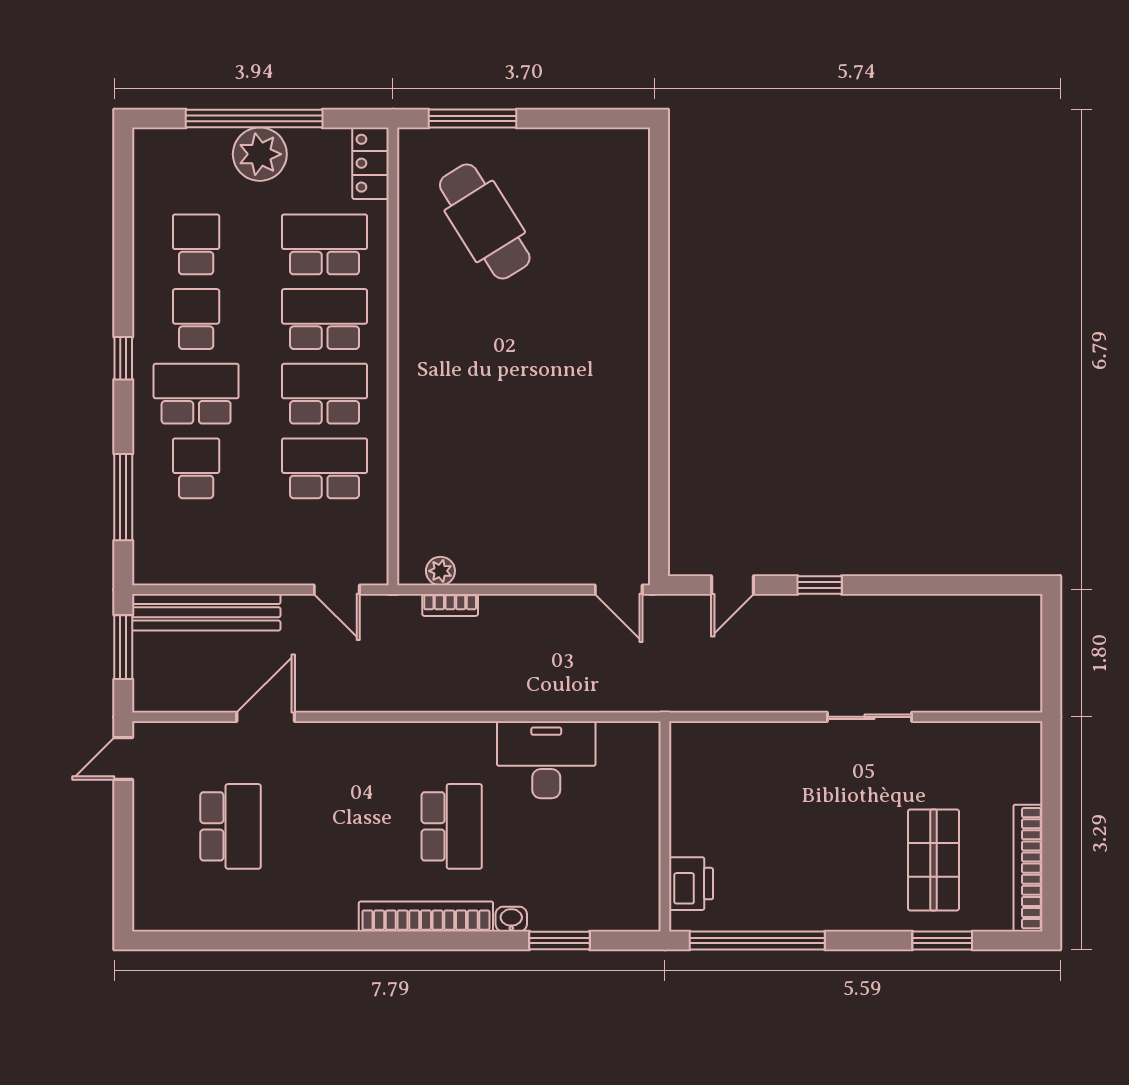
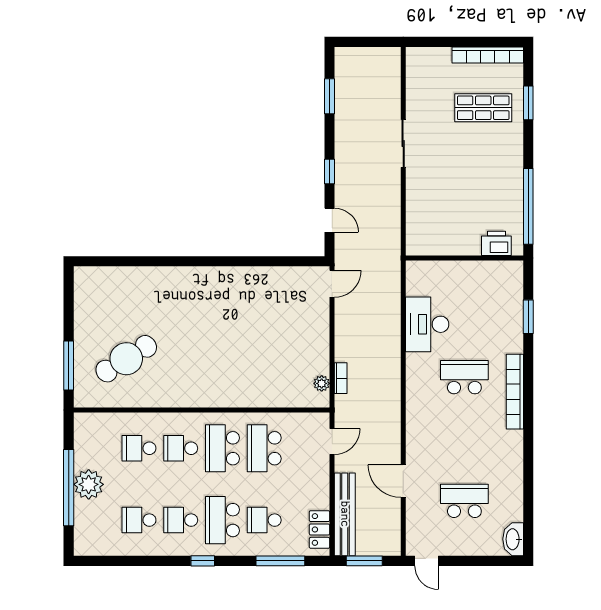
locker: (370, 163) -> (320, 529), moved, turned 90
school desk: (325, 244) -> (139, 448), width x0.54
school desk: (325, 319) -> (181, 448), width x0.54
window: (954, 585) -> (329, 96), added
washbasin: (511, 919) -> (513, 539), moved, width x1.91, depth x1.45

